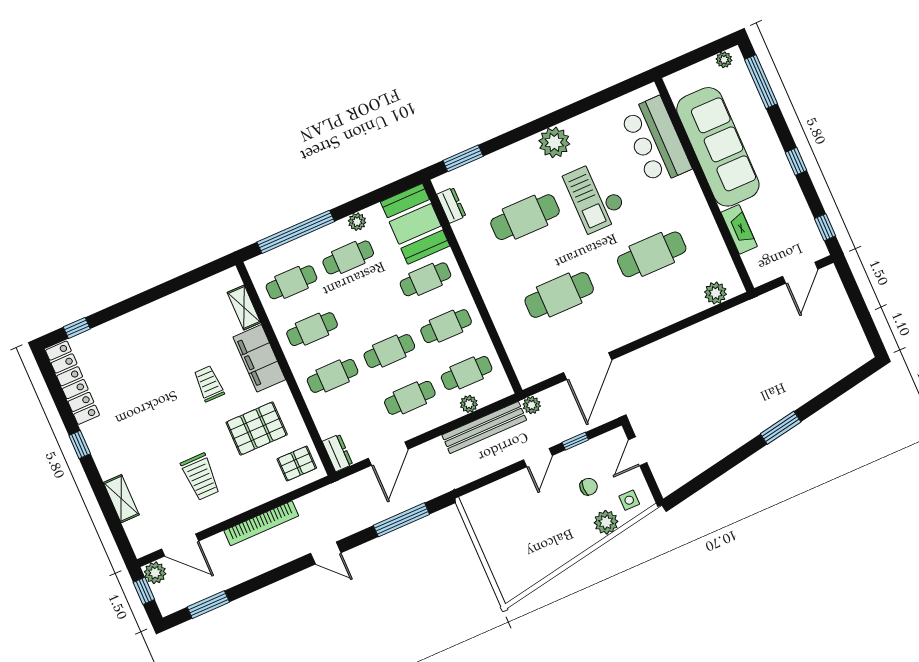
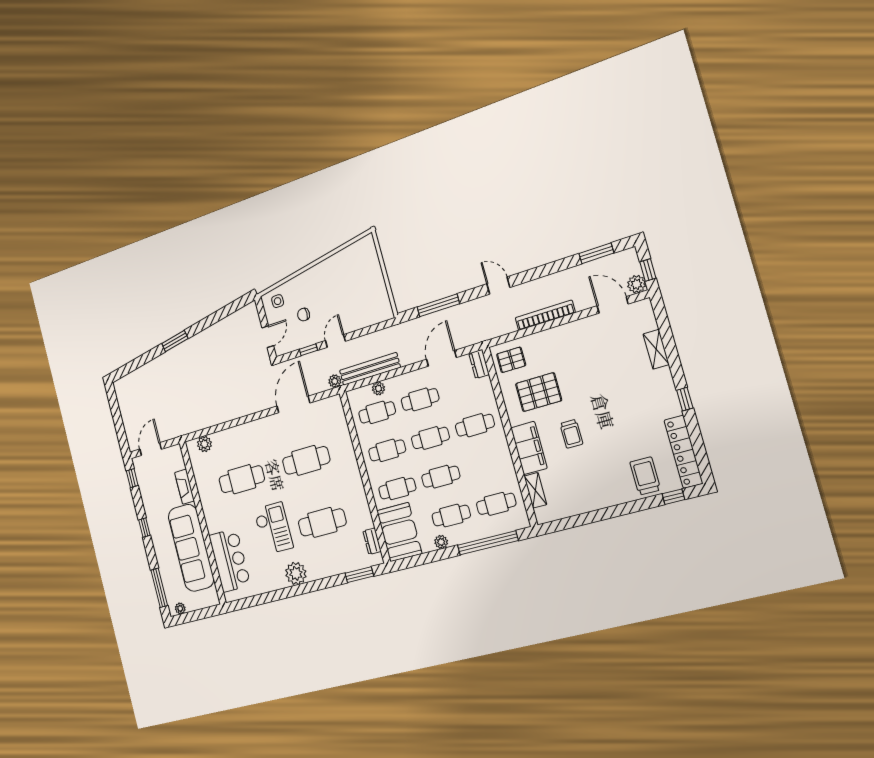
cafe table: (312, 329) -> (441, 477), moved
trolley: (200, 477) -> (645, 476), moved
plant: (606, 522) -> (295, 287), removed

